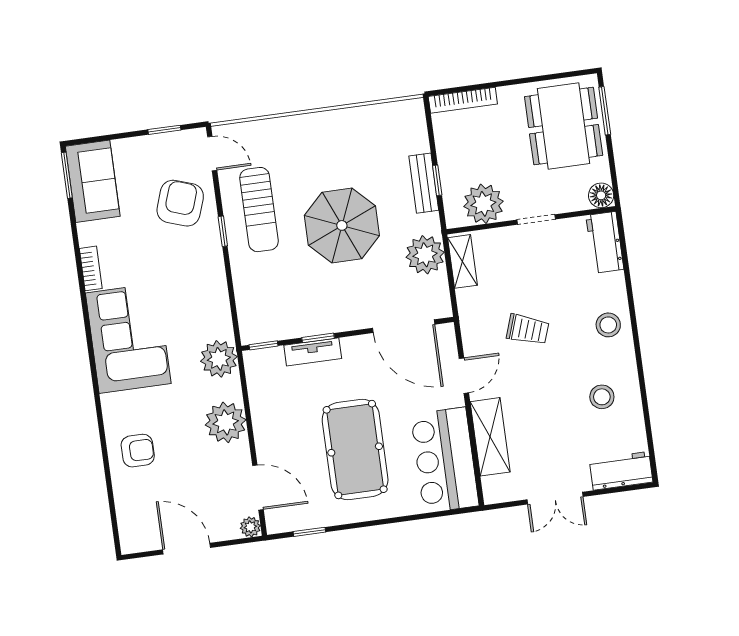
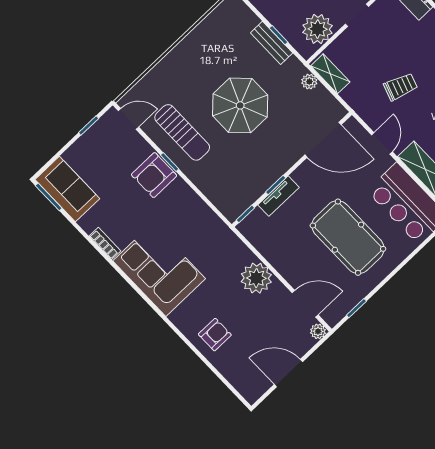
armchair: (180, 203) -> (154, 175), moved, turned -109
plant: (425, 255) -> (309, 82), width x0.53, depth x0.53
plant: (219, 359) -> (224, 242), removed

